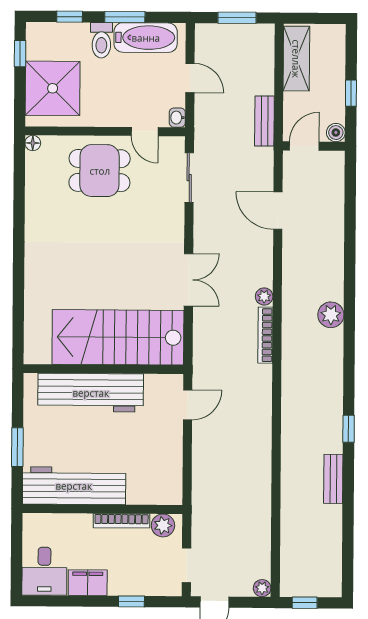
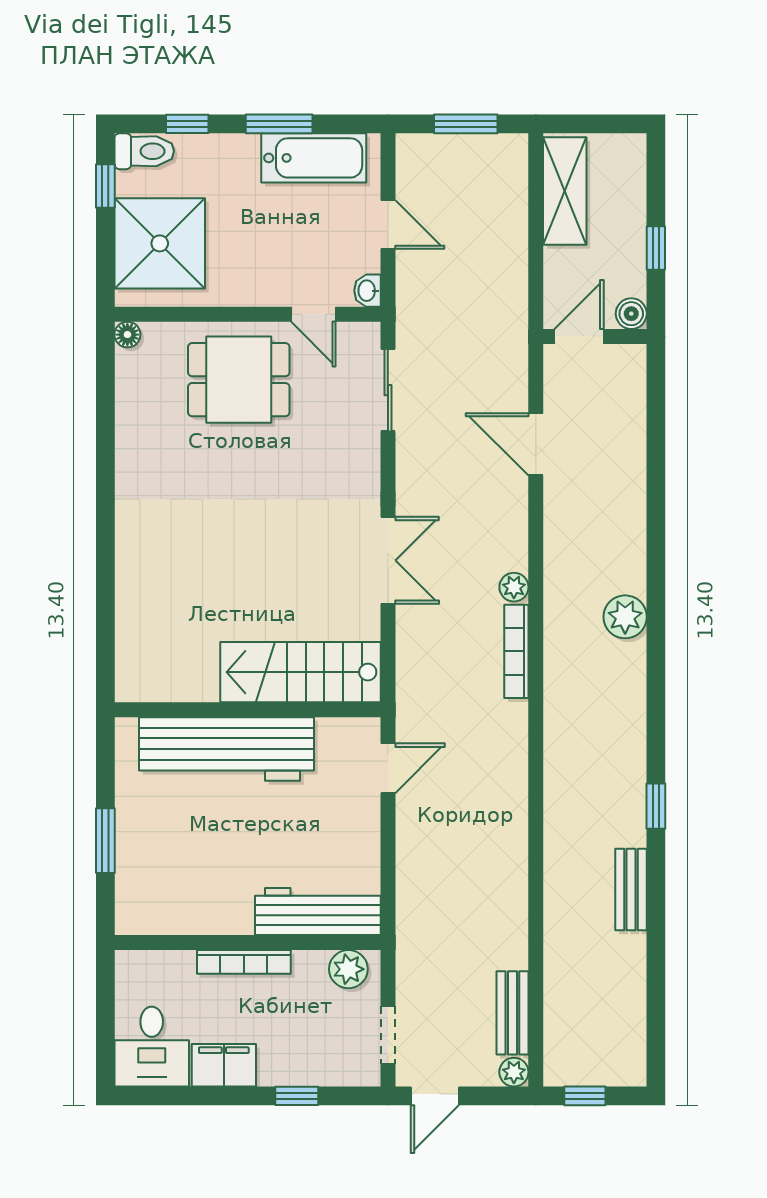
toilet: (101, 40) -> (144, 151), moved, turned -90
bench: (264, 121) -> (512, 1013), moved
stairs: (118, 337) -> (300, 672), width x0.73, depth x0.66
workbench: (74, 486) -> (318, 912), moved, width x0.73, depth x0.76
bookcase: (122, 521) -> (244, 962), moved

